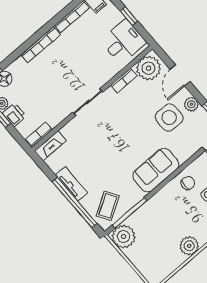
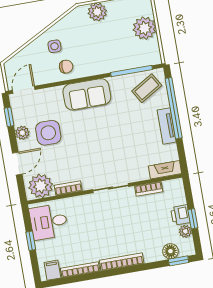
bookcase: (39, 135) -> (149, 189), moved
chair: (188, 183) -> (66, 67), turned 180
plant: (124, 236) -> (144, 28), moved

